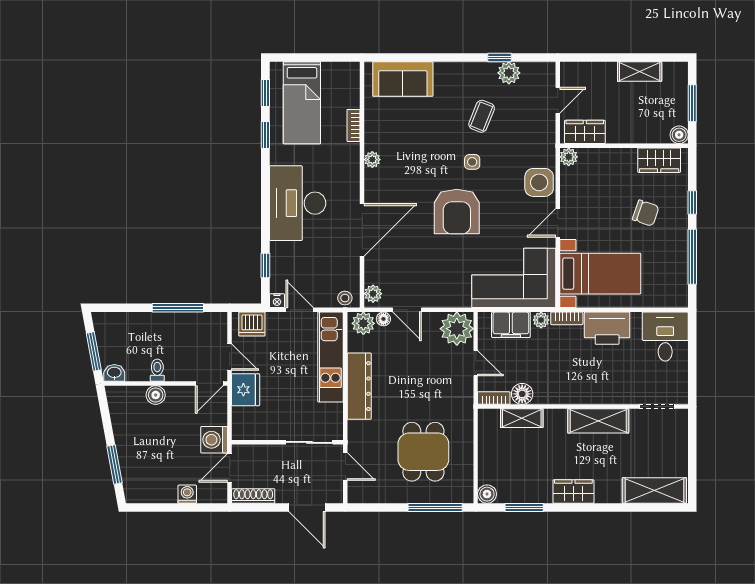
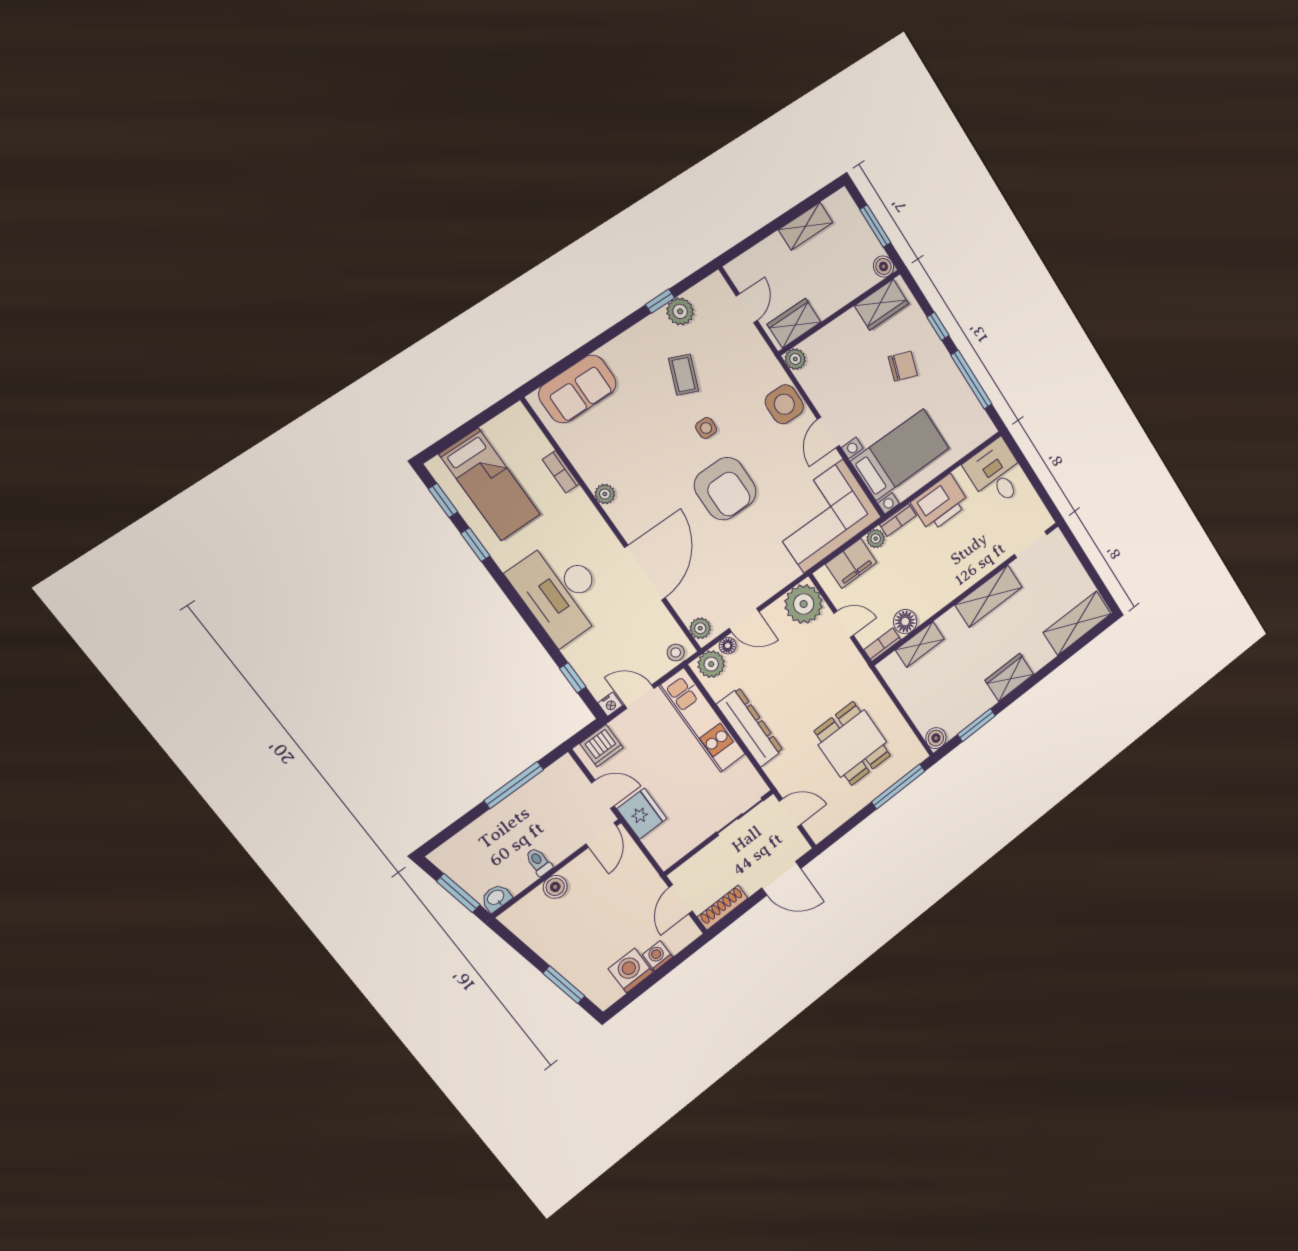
washing machine: (214, 440) -> (631, 971), moved, turned 90

